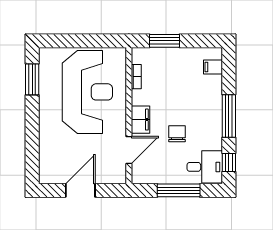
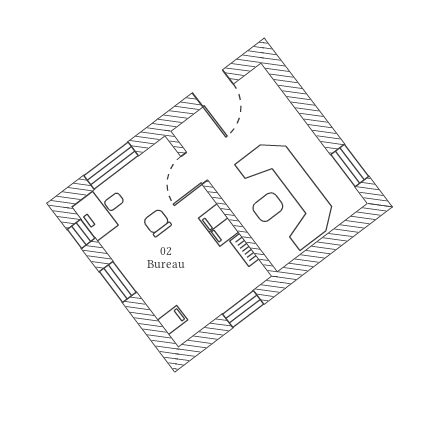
window: (229, 116) -> (118, 282), width x0.69
filing cabinet: (140, 120) -> (218, 225), moved
chair: (177, 134) -> (157, 223), turned 180

